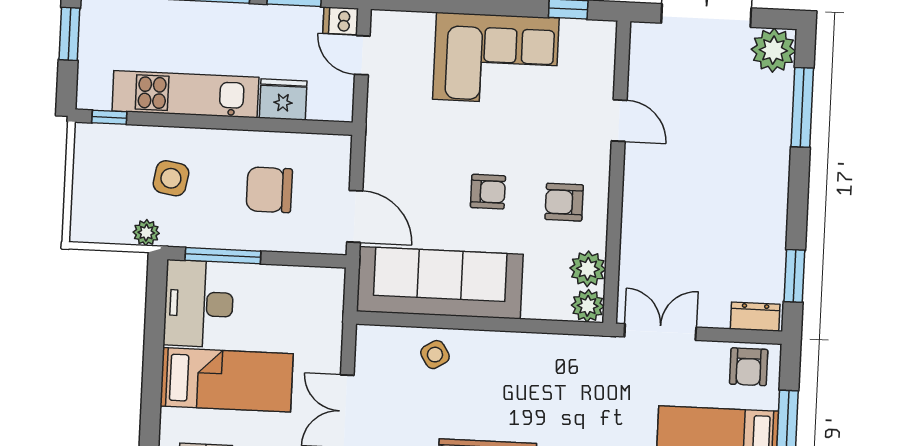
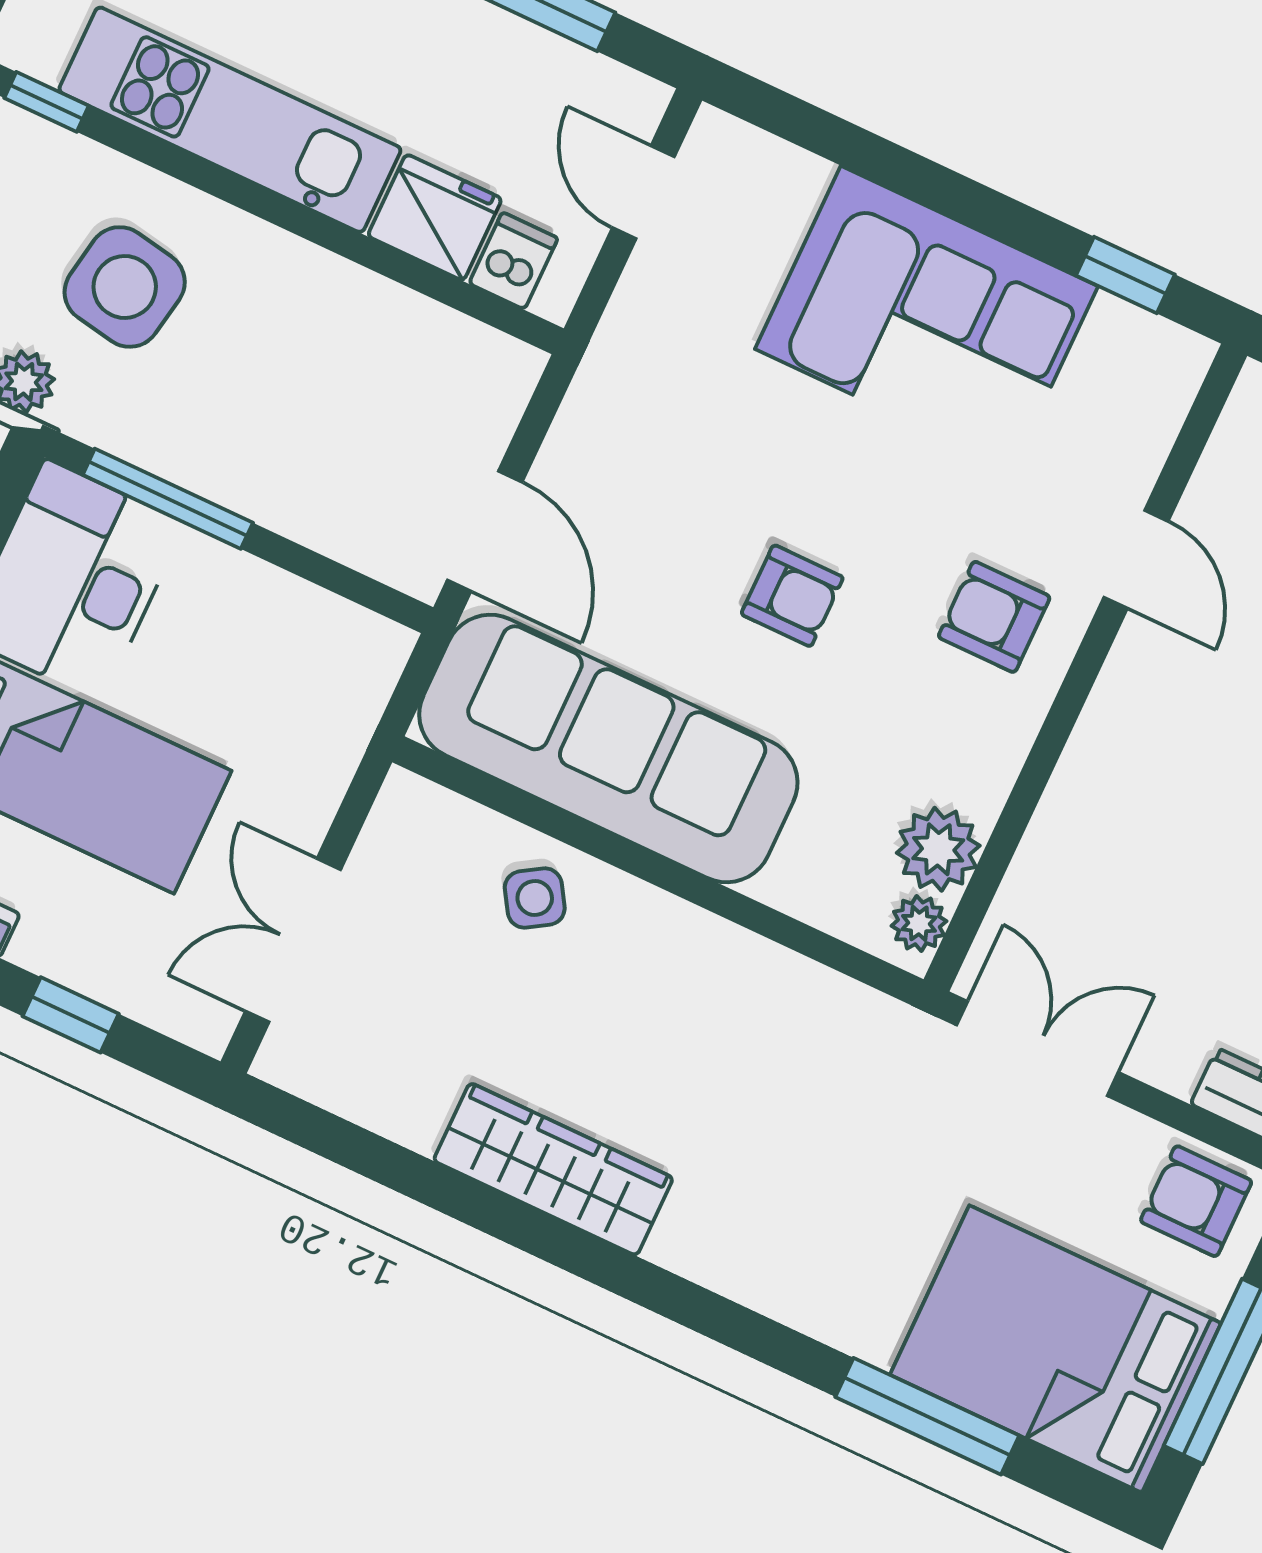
dishwasher: (341, 21) -> (513, 261), moved, turned 90
side table: (171, 178) -> (125, 287), width x1.37, depth x1.37
chair: (269, 190) -> (325, 399), removed
armchair: (564, 202) -> (994, 617), moved
plant: (588, 306) -> (919, 923), width x0.73, depth x0.73
armchair: (749, 367) -> (1196, 1201), turned 90

